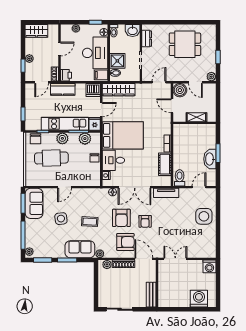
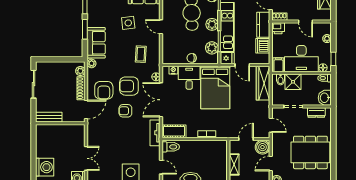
dining table: (185, 44) -> (310, 152), width x1.38
dishwasher: (93, 90) -> (263, 46), moved
cot: (165, 164) -> (174, 131), moved
coffee table: (90, 222) -> (141, 54), moved
double door: (175, 259) -> (86, 158), moved

